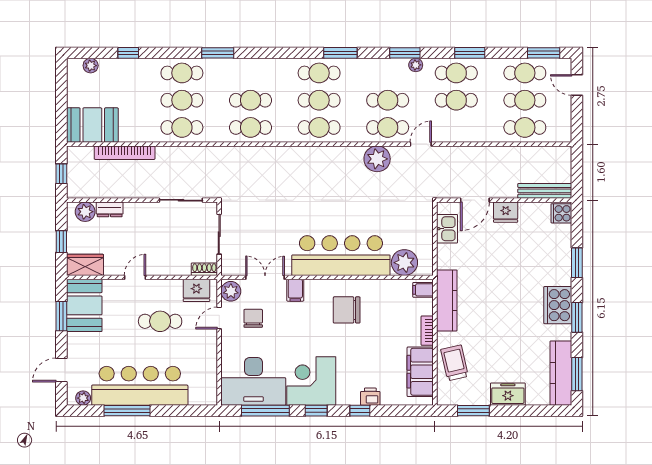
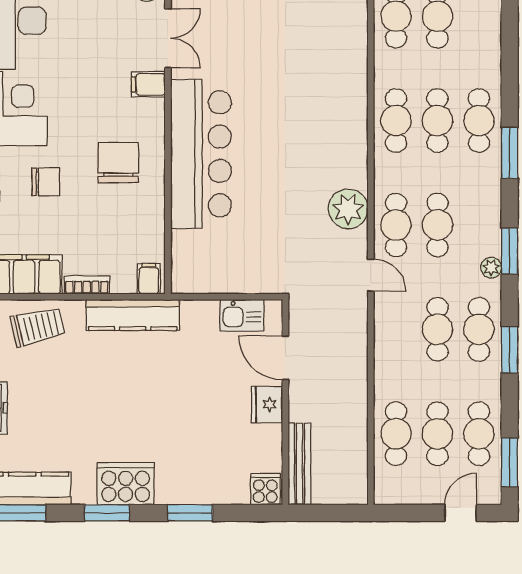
plant: (404, 263) -> (190, 250), removed
chair: (253, 318) -> (46, 182), moved

